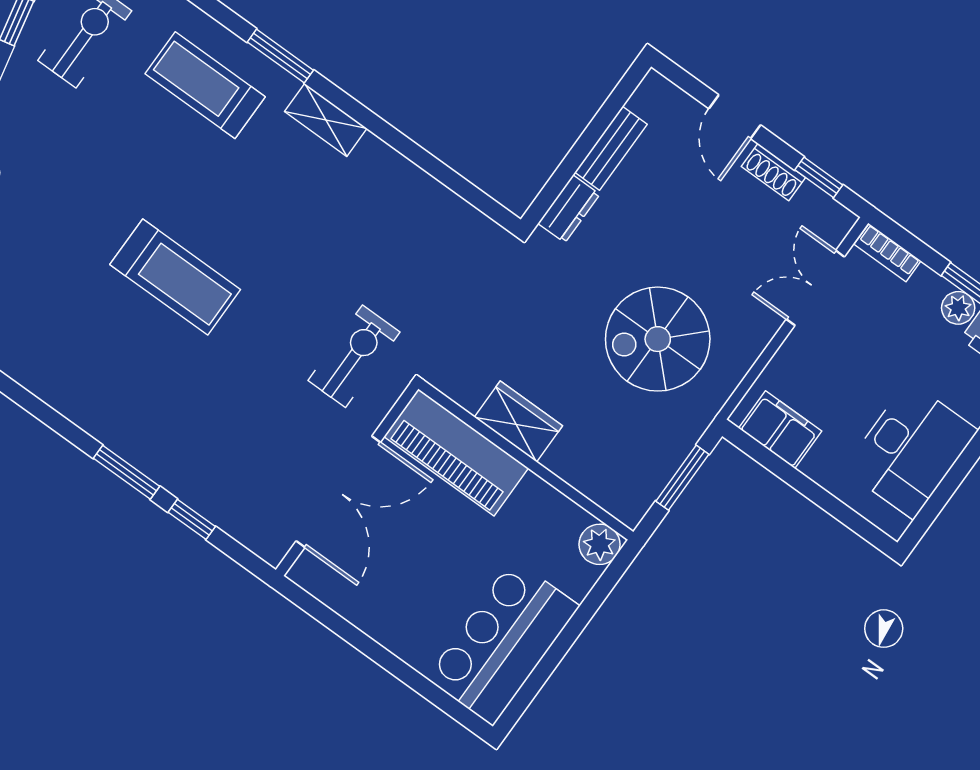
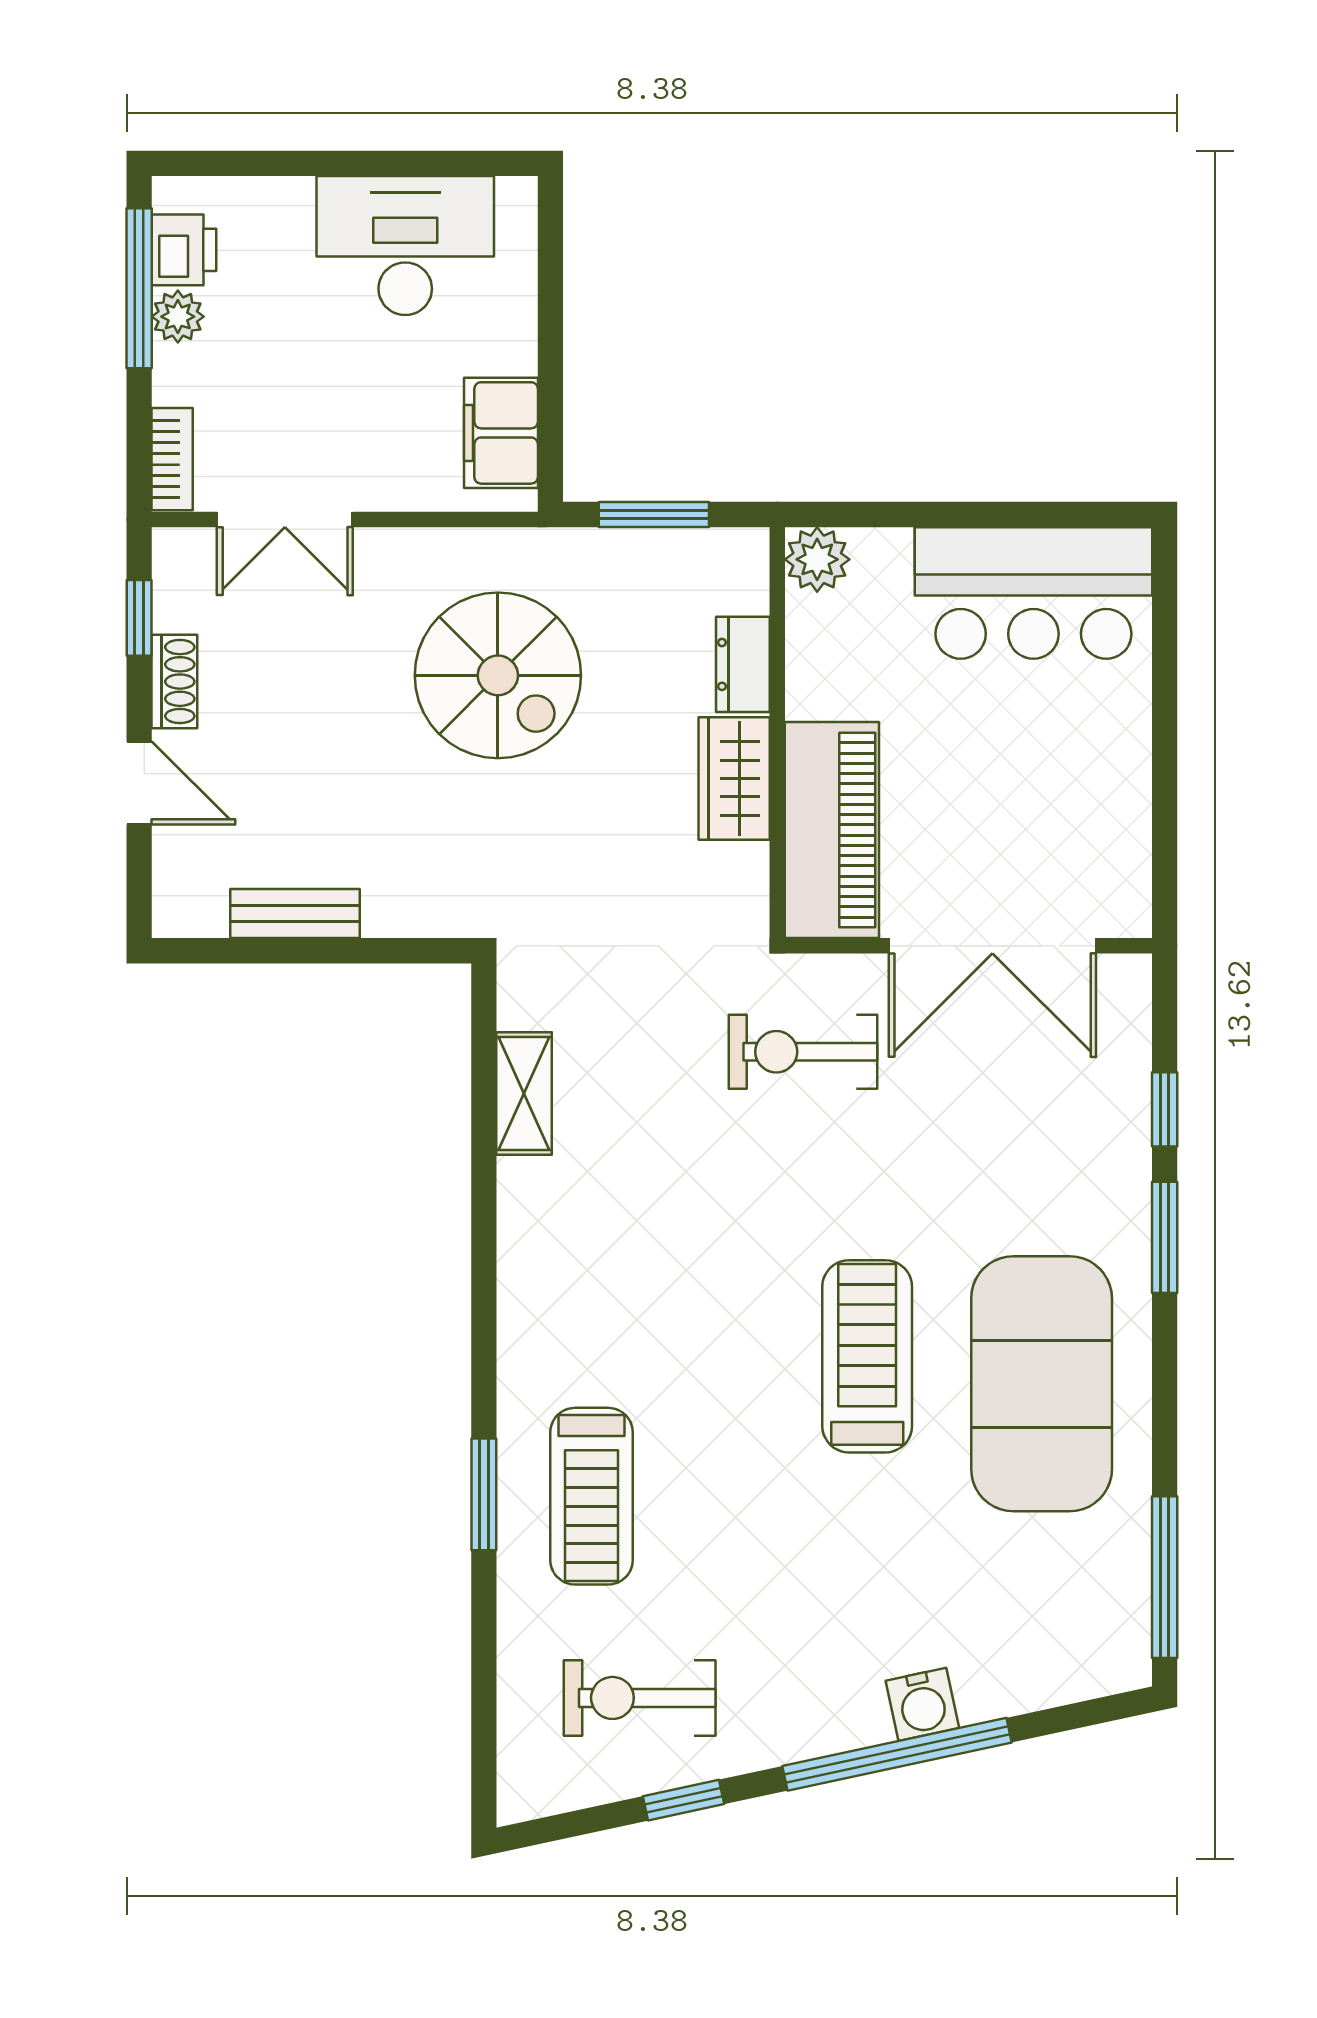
window: (280, 56) -> (484, 1494), moved
door: (735, 117) -> (139, 783), hinge flipped
shelving: (326, 120) -> (524, 1093), moved
dresser: (569, 209) -> (743, 664), moved, turned -90
exercise mat: (97, 356) -> (1042, 1384), added
double door: (338, 492) -> (992, 946), swing flipped

